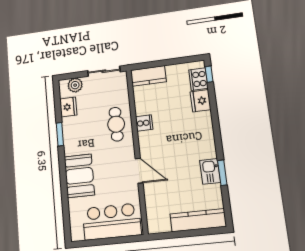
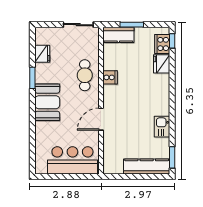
window: (162, 63) -> (132, 25), added
plant: (75, 85) -> (50, 34), removed
door: (139, 171) -> (101, 119), swing flipped
window: (222, 173) -> (172, 157), moved
booth: (79, 176) -> (47, 102), moved

